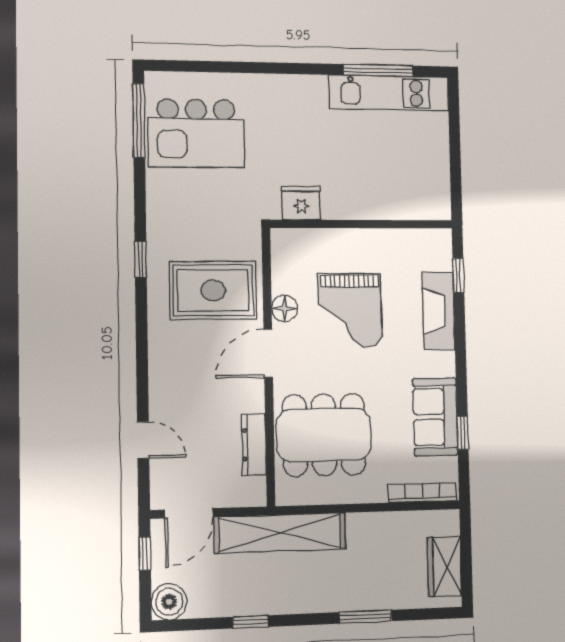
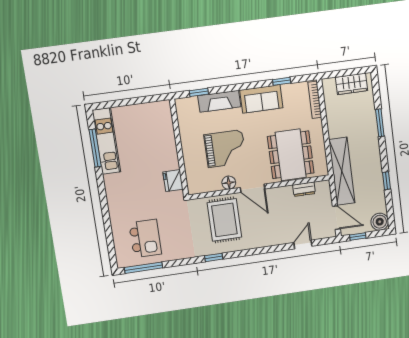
kitchen island: (196, 133) -> (145, 238), width x0.73, depth x0.78
sofa: (435, 417) -> (261, 99), moved
dresser: (254, 444) -> (304, 189), width x0.70

